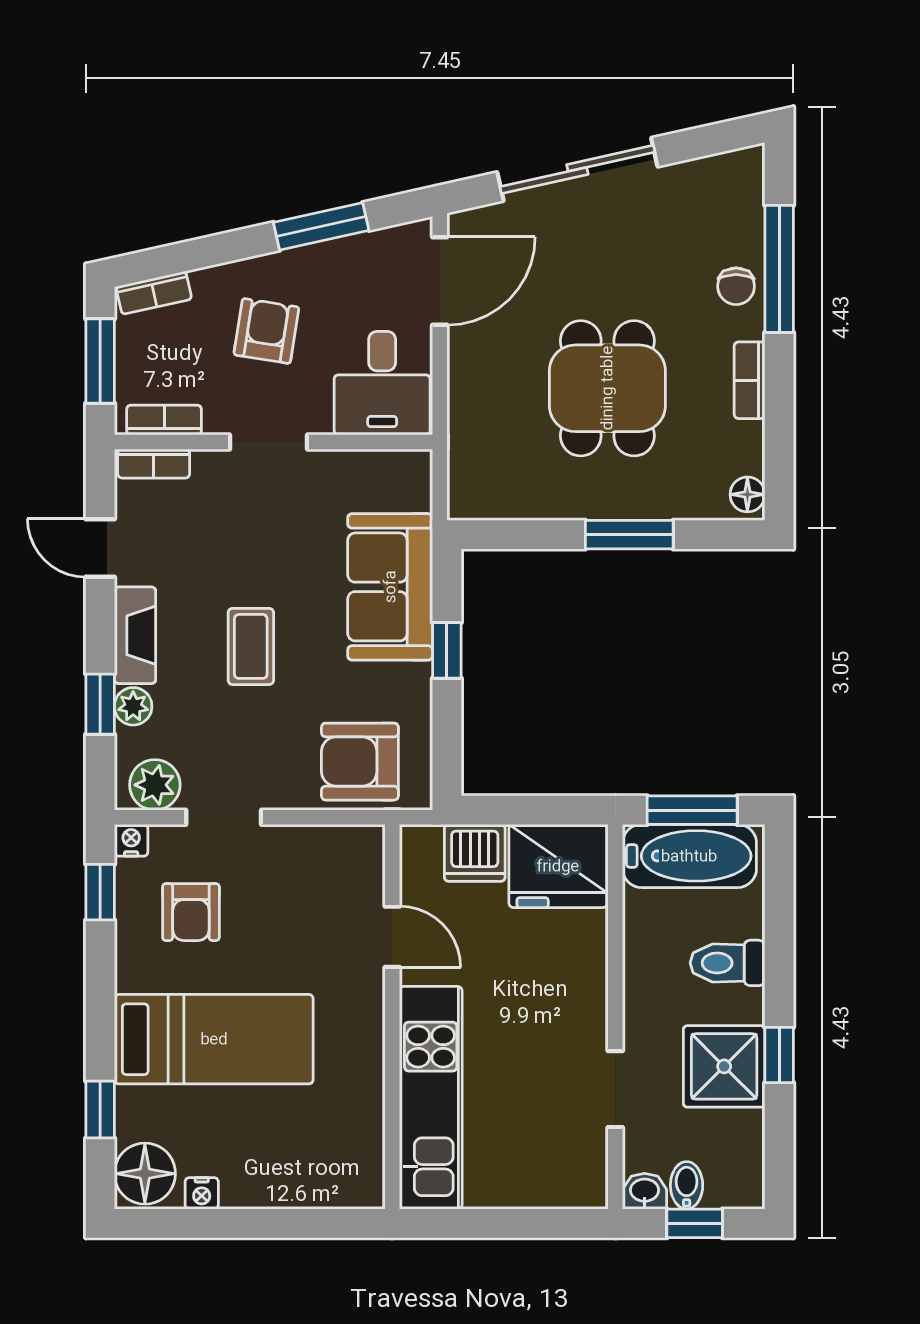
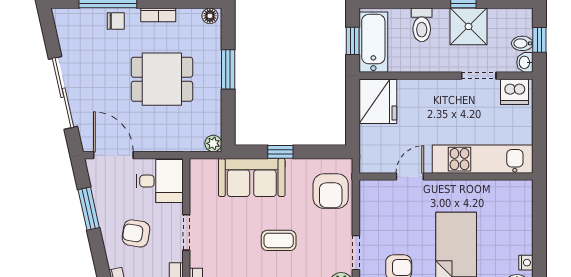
plant: (465, 502) -> (213, 143), added
window: (692, 810) -> (353, 41), width x0.67
dishwasher: (475, 853) -> (514, 92), moved, turned 90

